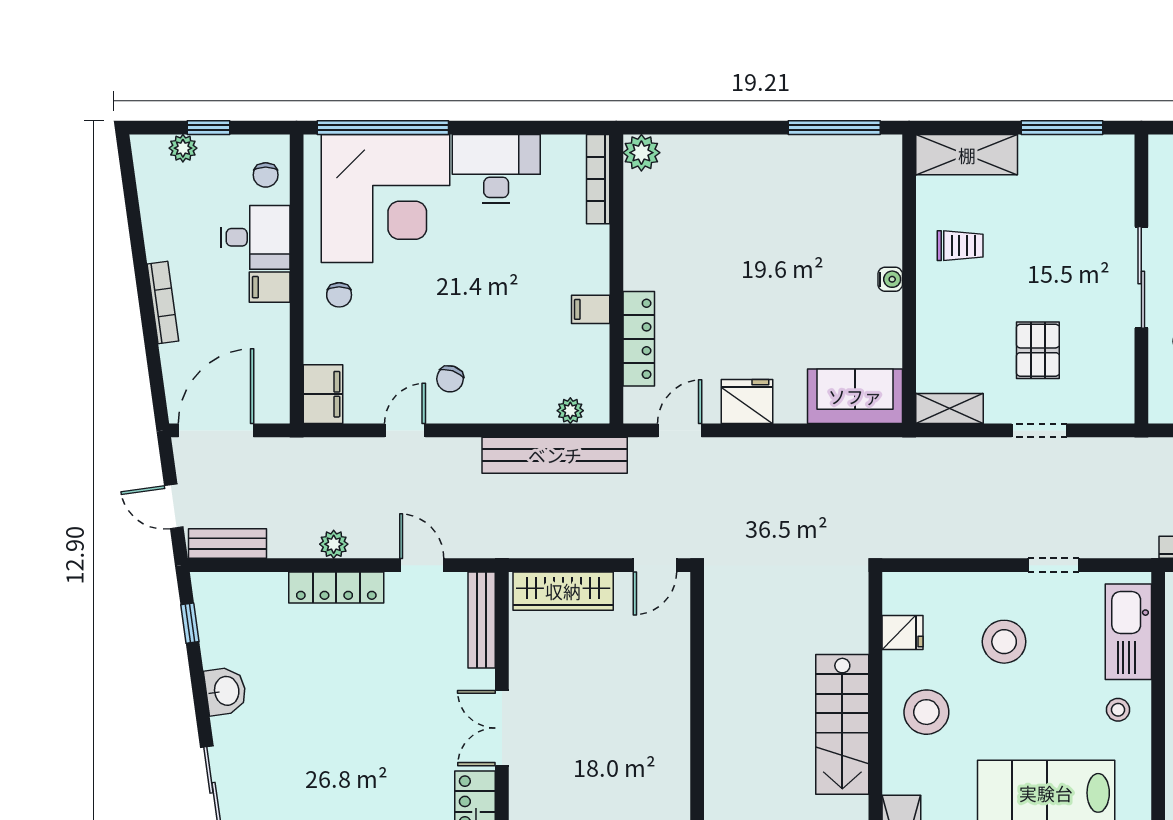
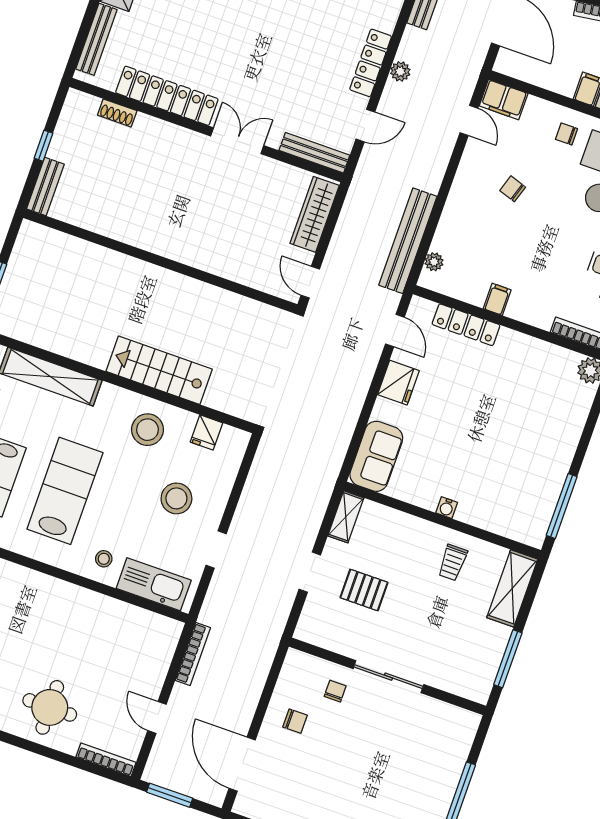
chair: (450, 379) -> (513, 189), moved
door: (405, 430) -> (469, 120), moved

